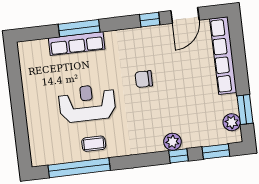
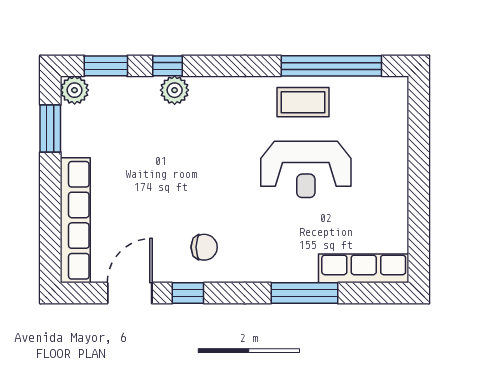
row of seats: (77, 44) -> (364, 268), moved
chair: (144, 79) -> (204, 247), moved
plant: (232, 122) -> (75, 90), moved
coffee table: (94, 144) -> (303, 102), width x1.36, depth x1.30

